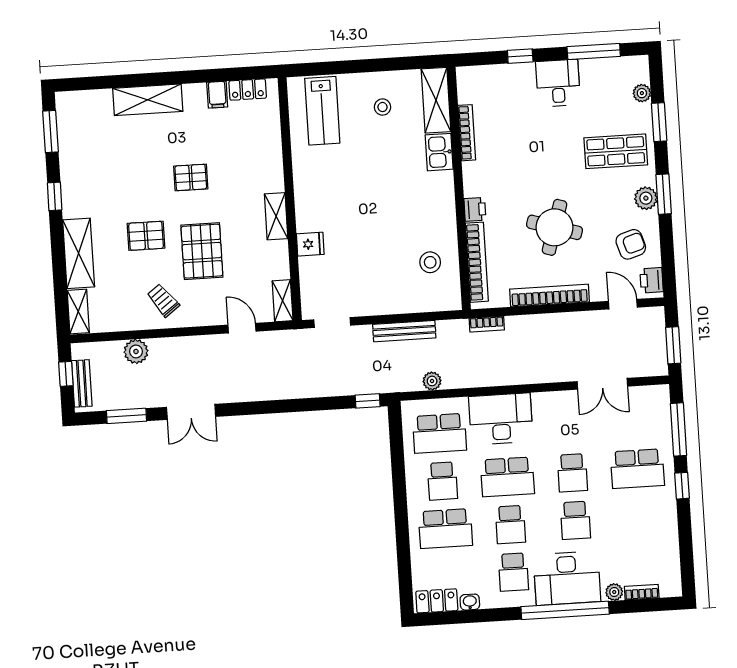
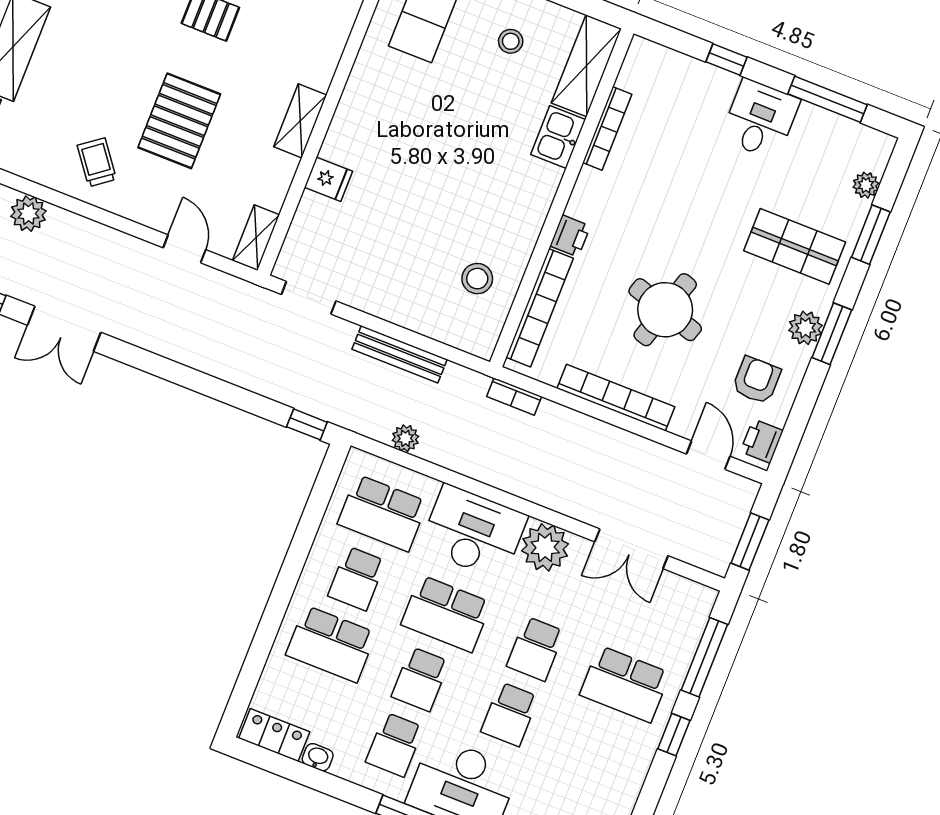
pallet: (146, 236) -> (114, 65), removed
armchair: (631, 244) -> (756, 380), turned -73
plant: (549, 408) -> (545, 547), added

